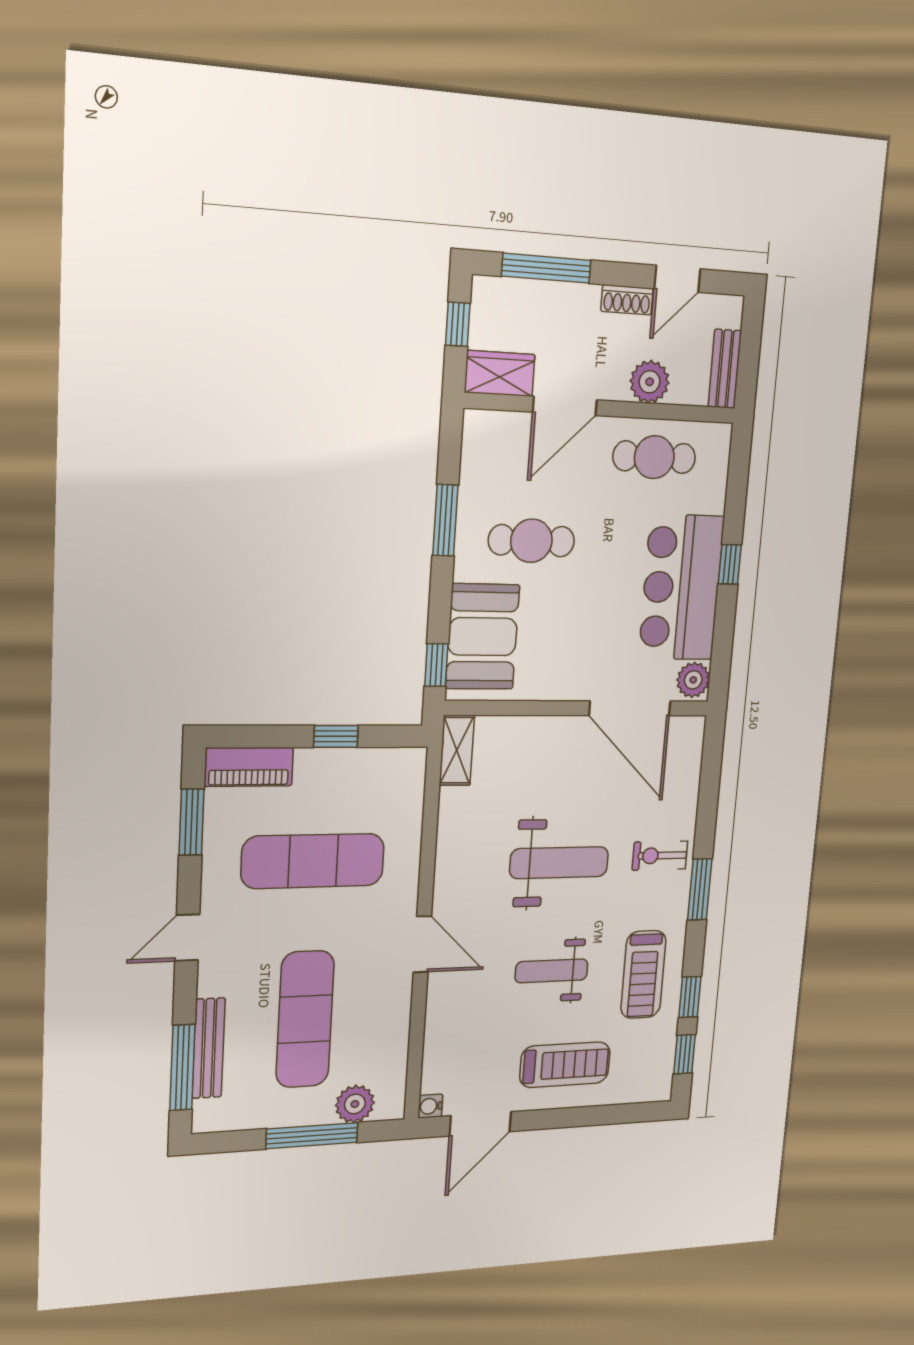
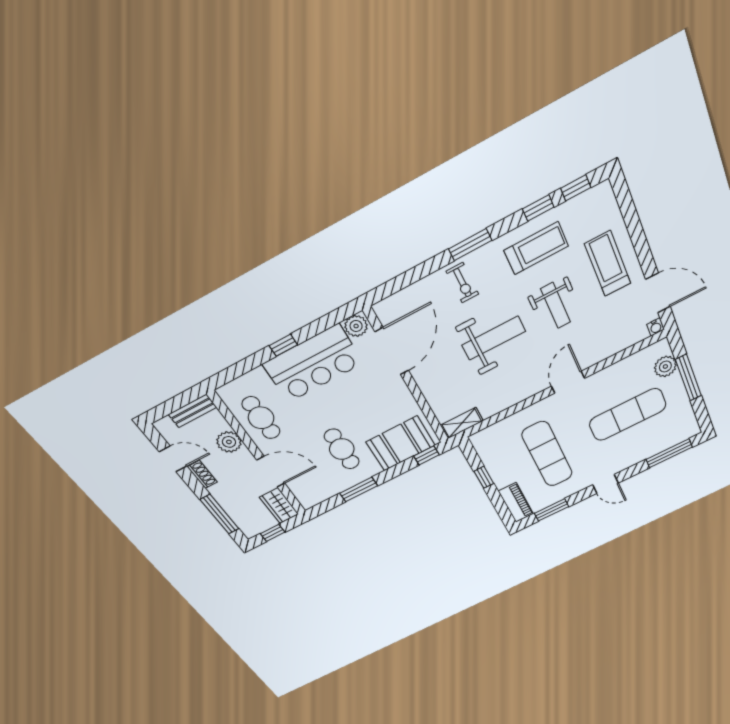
weight bench: (559, 863) -> (494, 338), turned 90
bench: (209, 1048) -> (656, 448), removed

